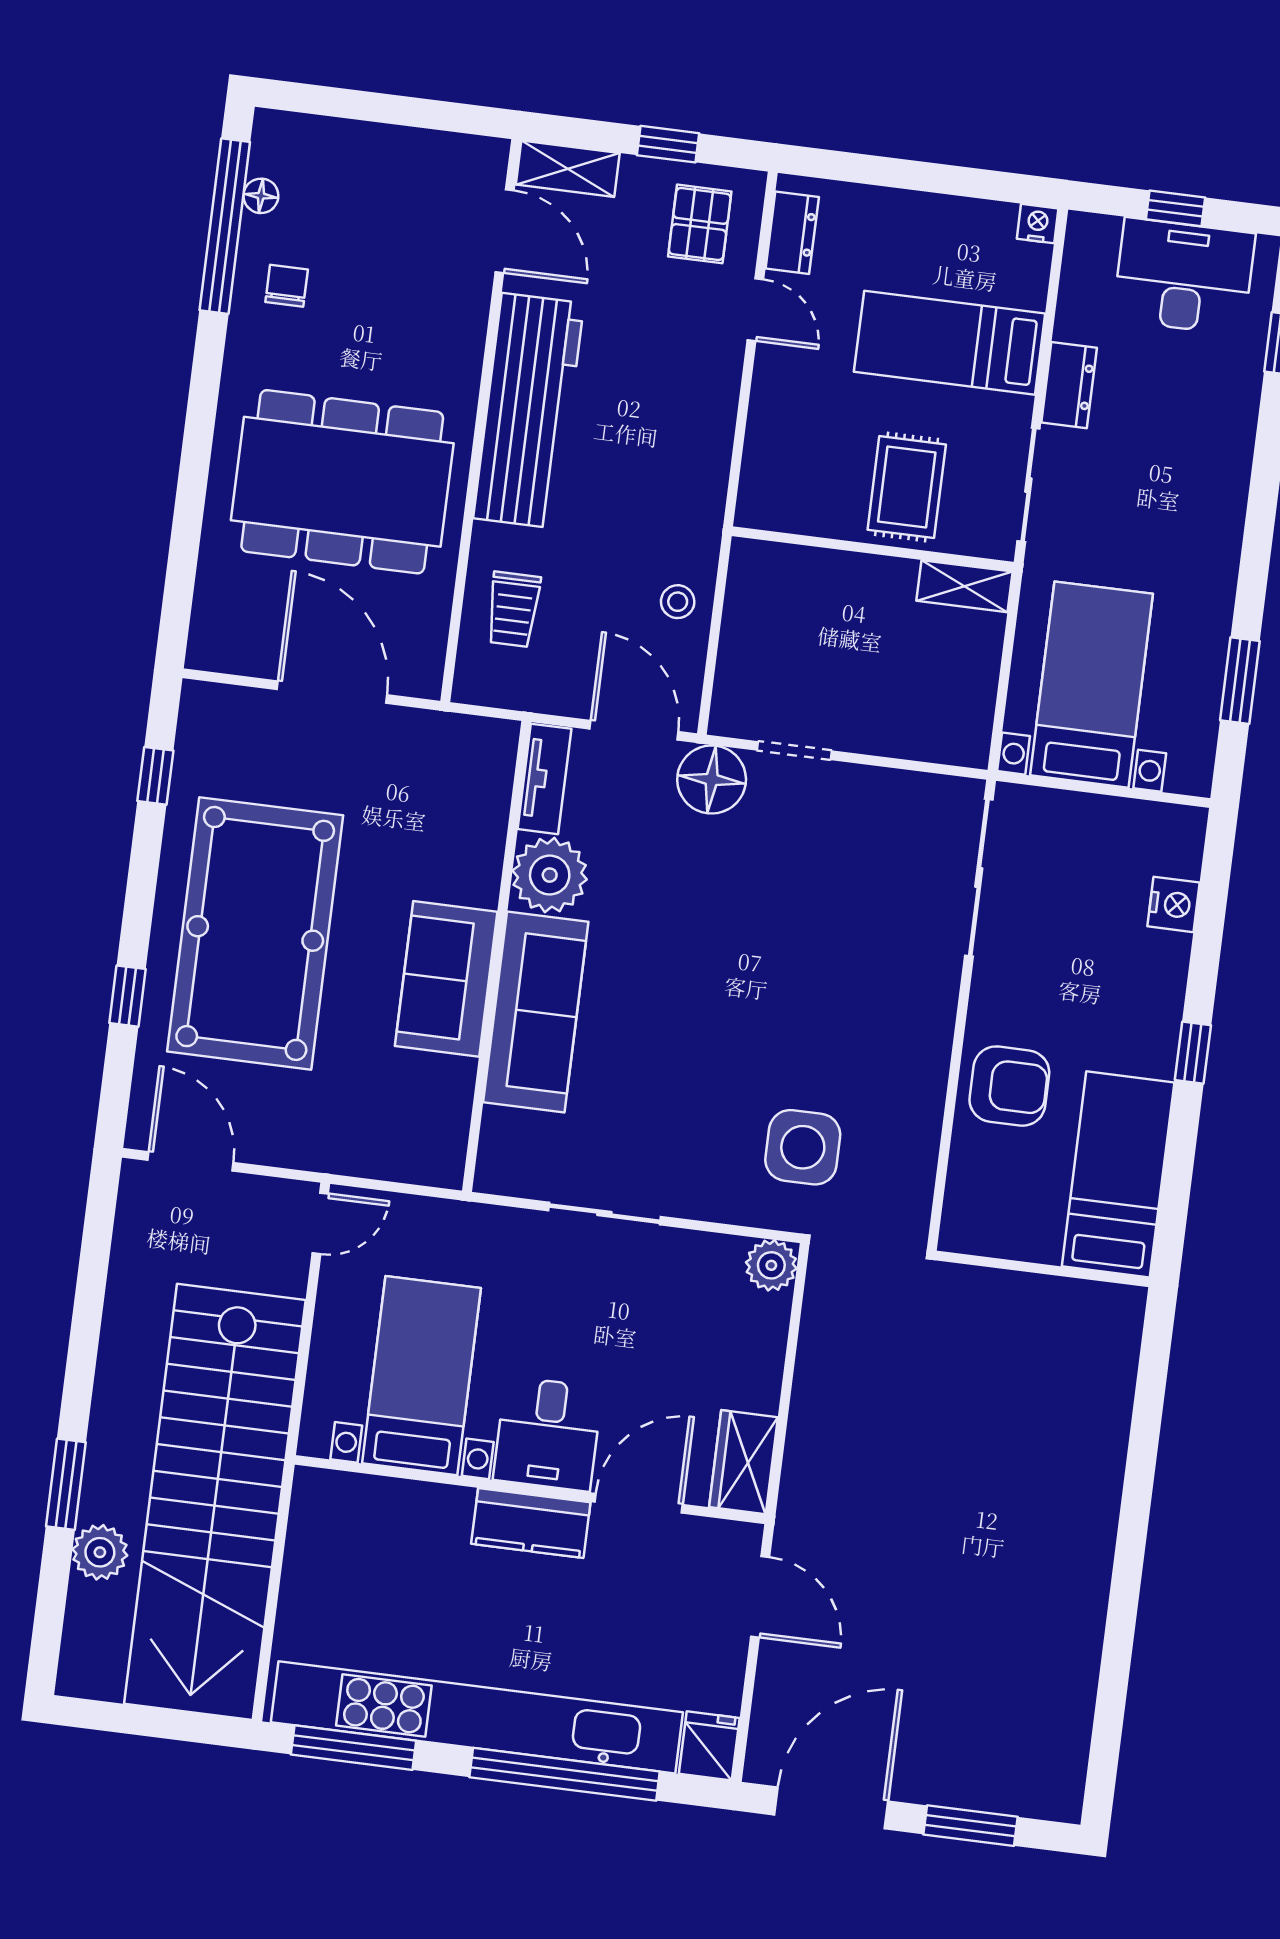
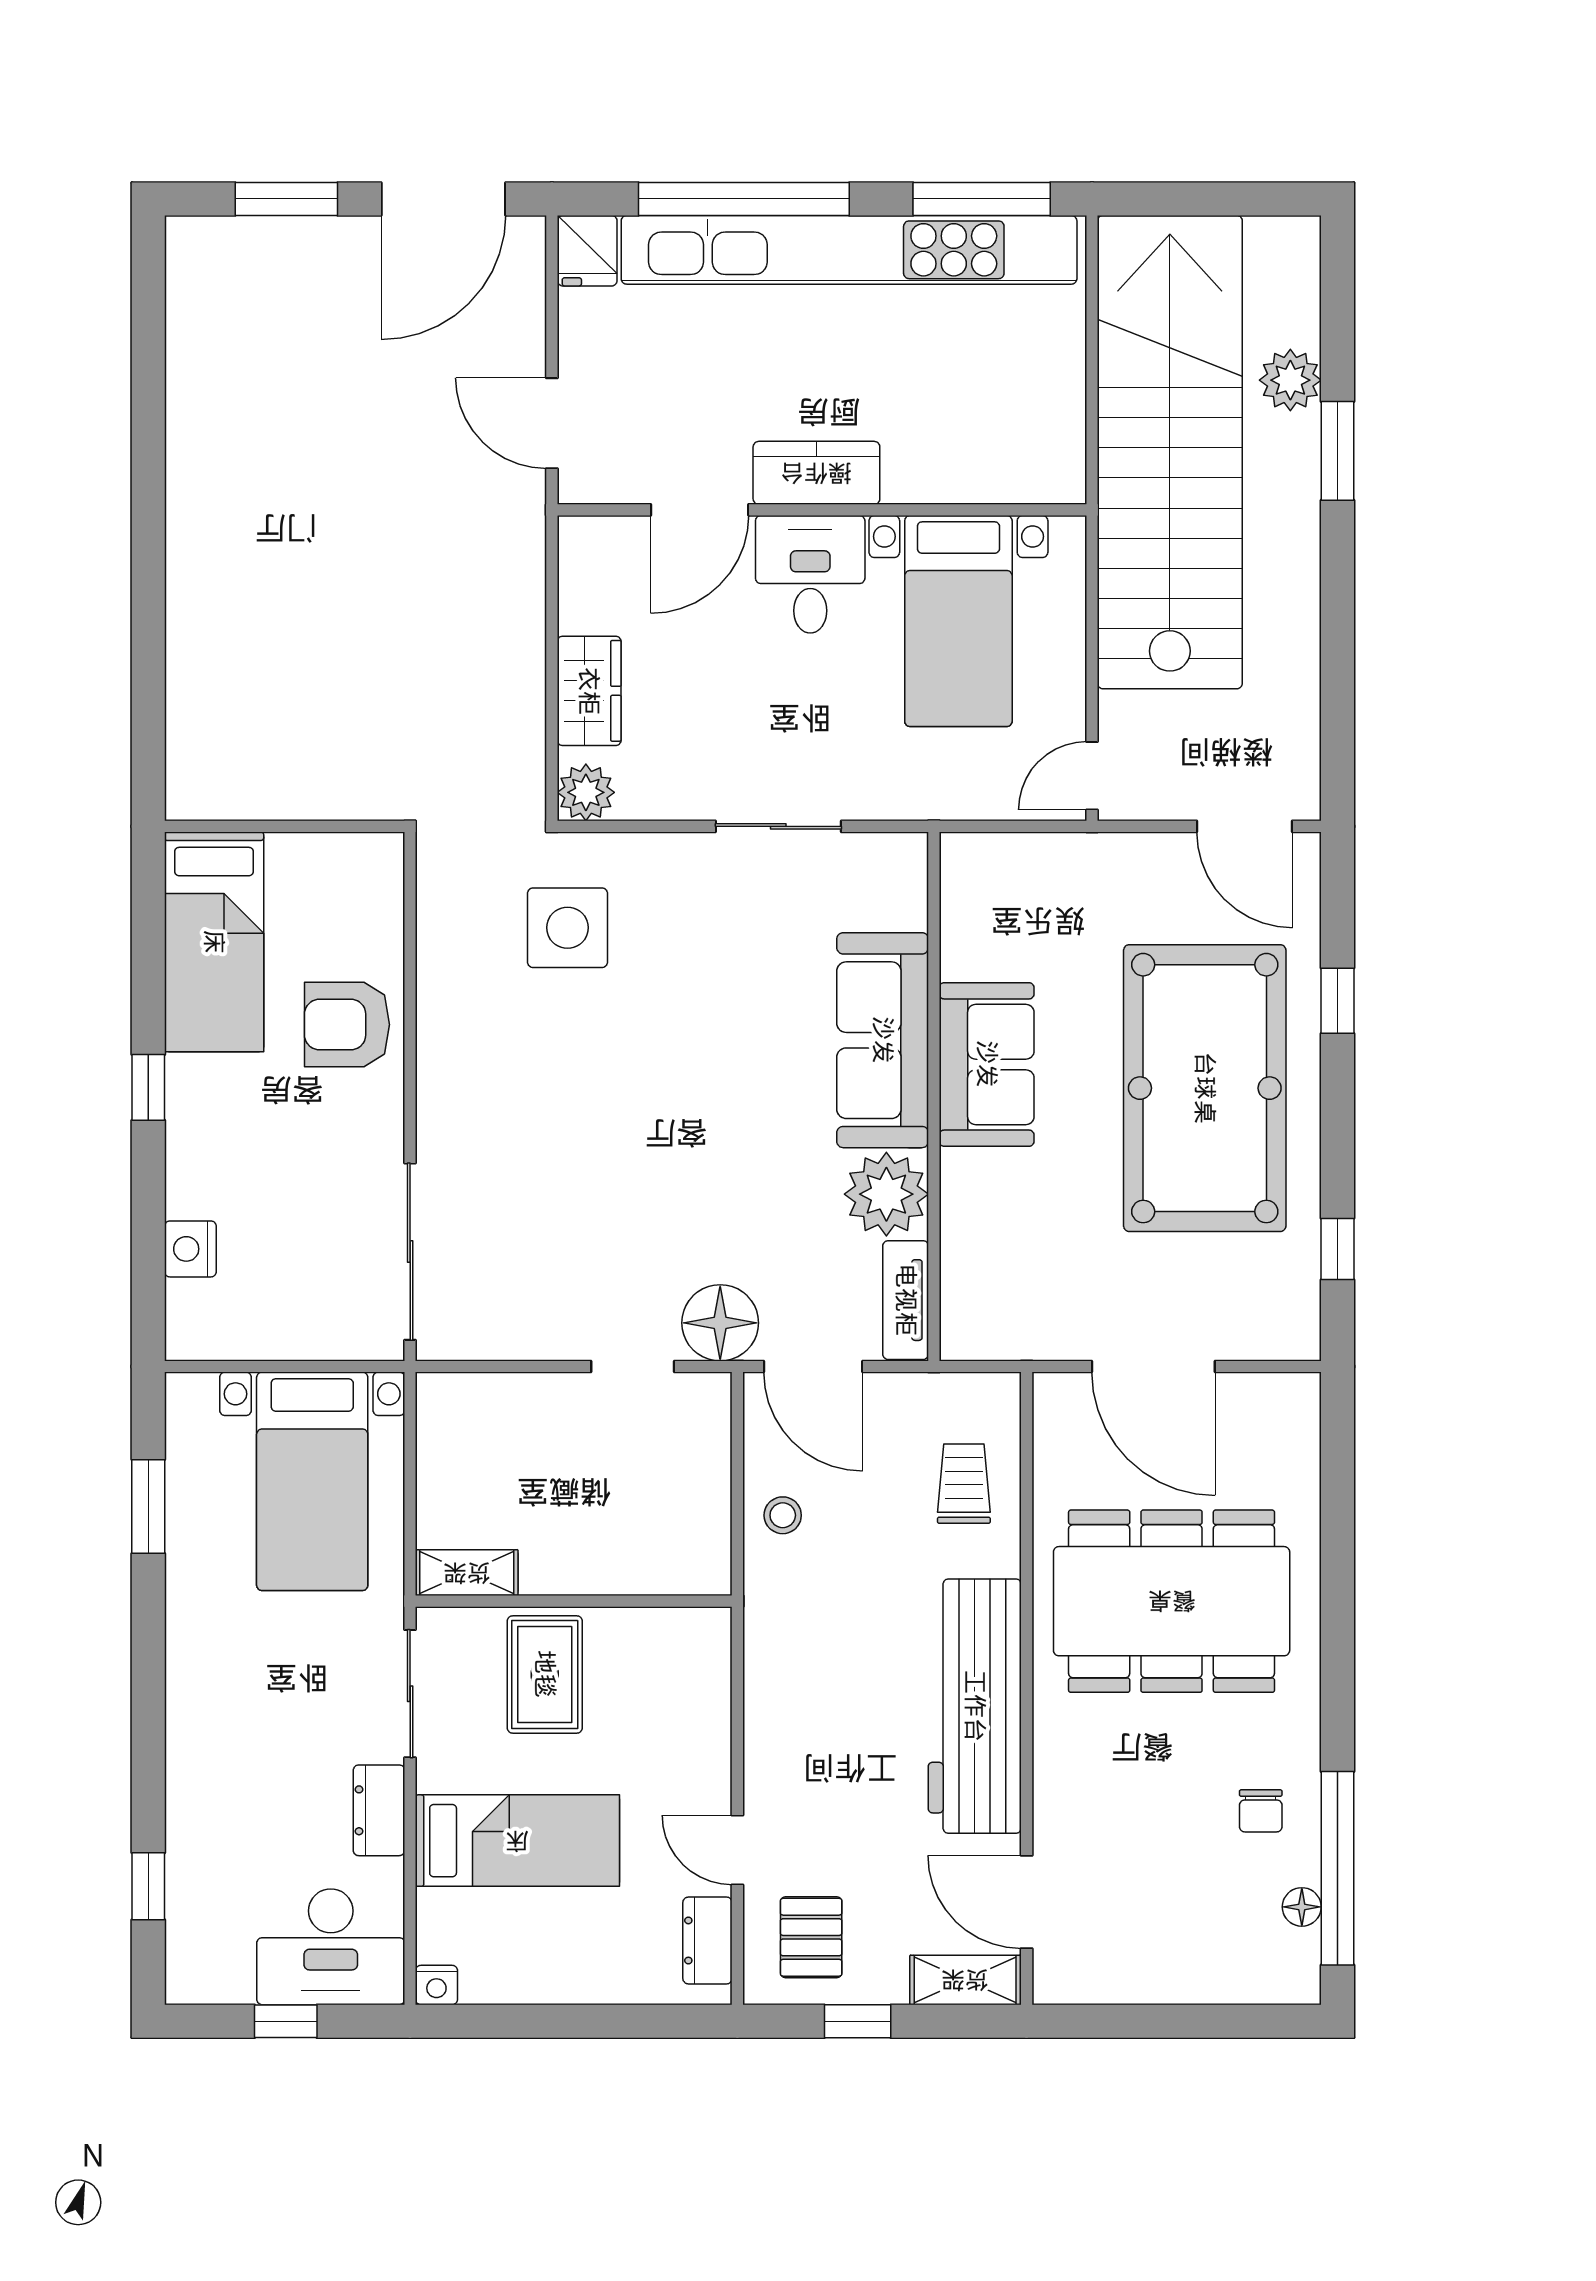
desk: (1184, 276) -> (331, 1947), moved
wardrobe: (743, 1462) -> (589, 691), moved

